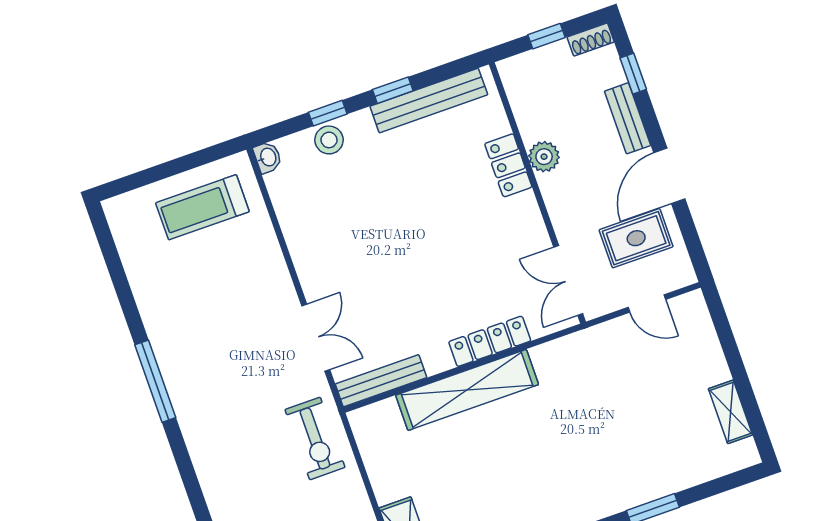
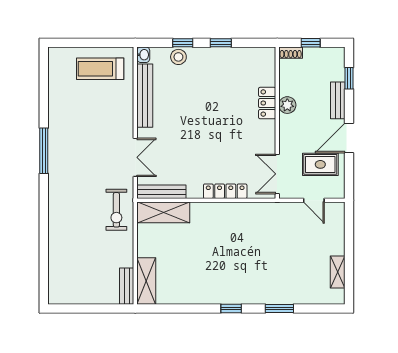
shoe rack: (591, 39) -> (291, 53), moved
bench: (429, 101) -> (145, 96), moved, turned 90
shelving: (467, 390) -> (164, 212), moved, width x0.68

